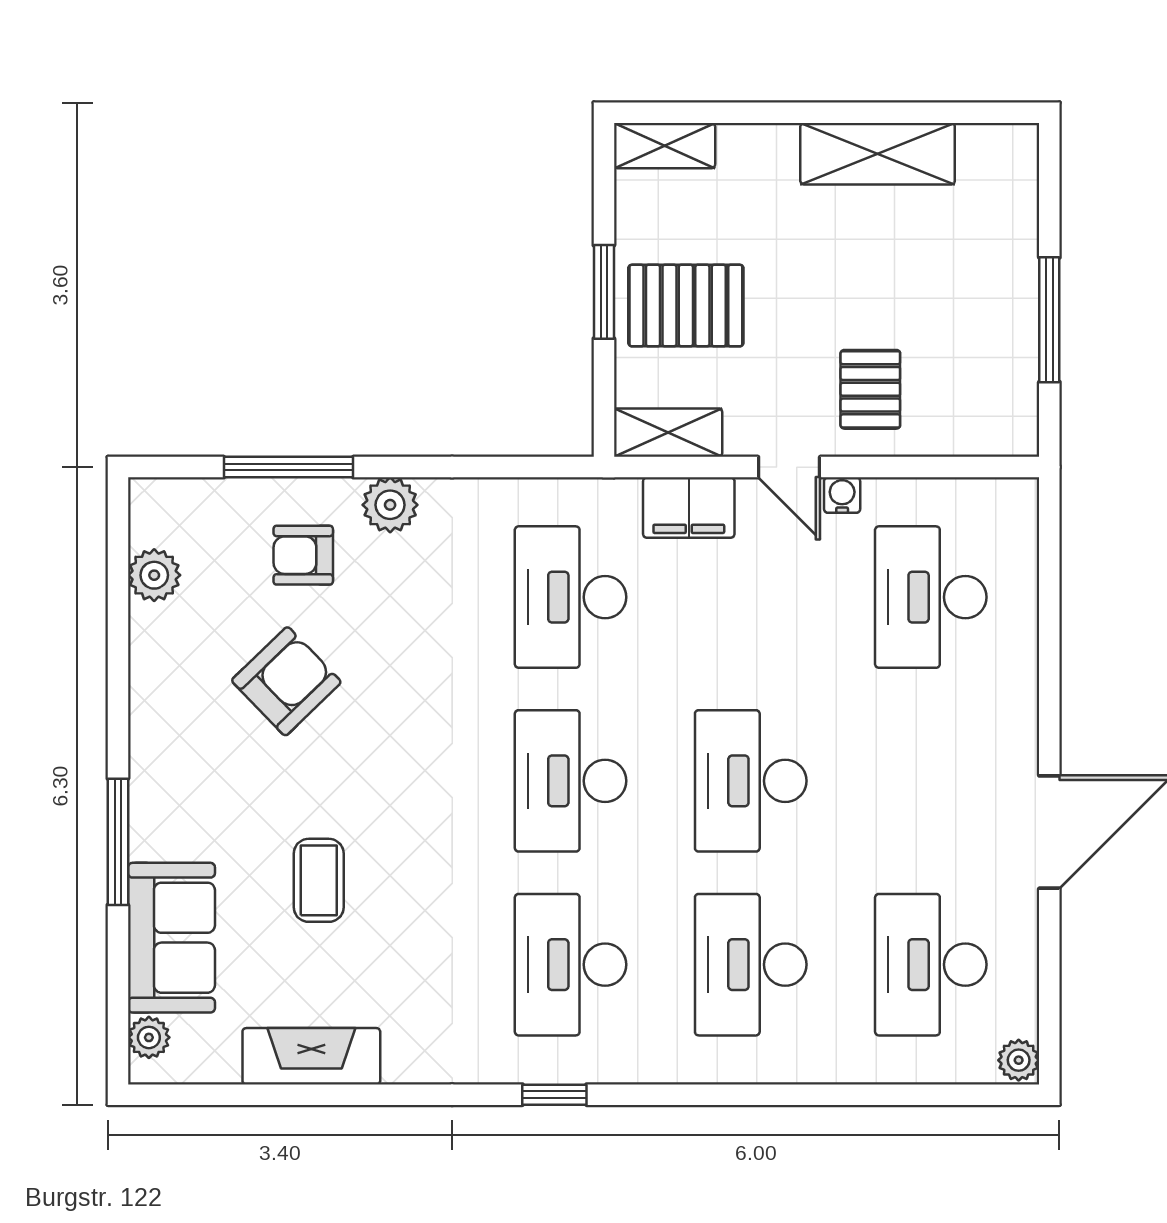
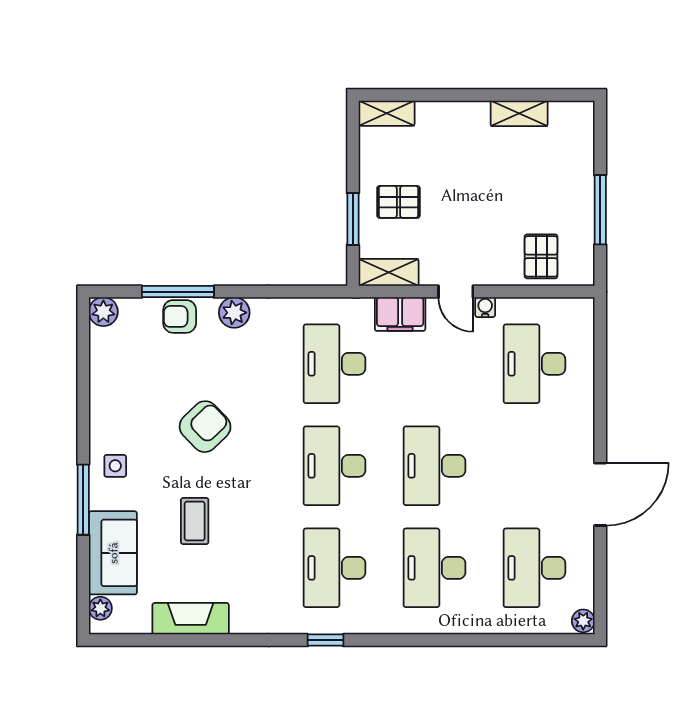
shelving: (878, 154) -> (519, 113), width x0.67, depth x0.75
window: (604, 292) -> (353, 219), moved
pallet: (686, 306) -> (398, 202), width x0.67, depth x0.71
pallet: (870, 389) -> (541, 256), moved
armchair: (303, 555) -> (180, 316), moved
plant: (154, 575) -> (103, 312), moved
armchair: (286, 681) -> (205, 427), moved
side table: (176, 781) -> (115, 466), added

